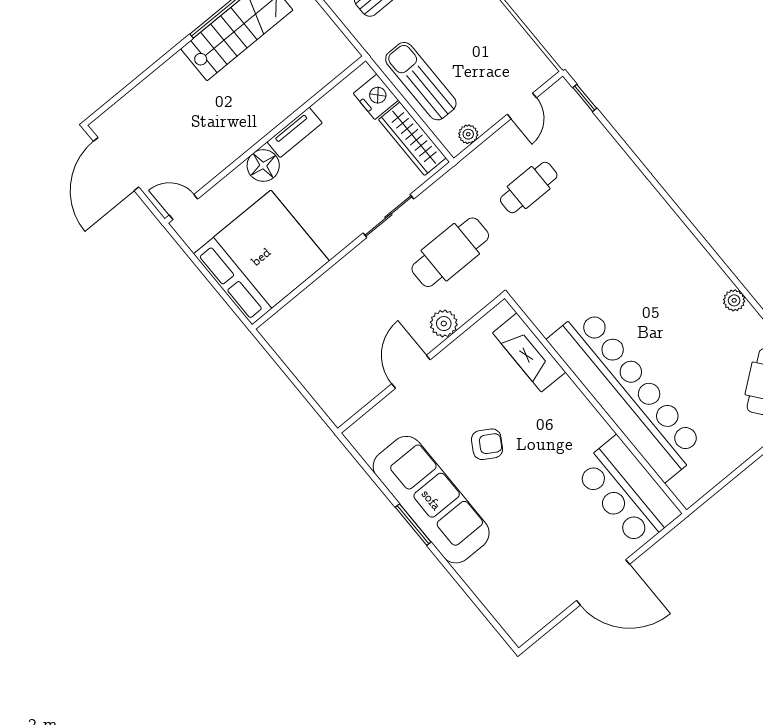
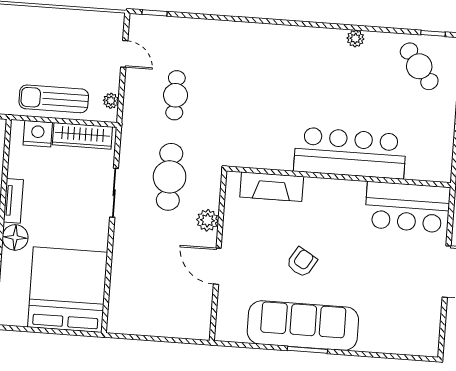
bar counter: (627, 394) -> (350, 153), width x0.73

